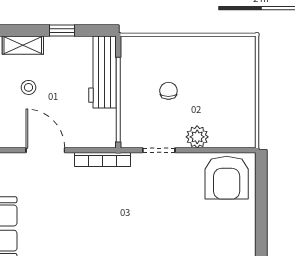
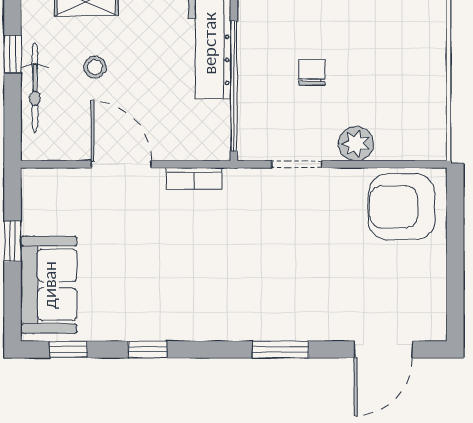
bookcase: (102, 159) -> (194, 179), width x0.64
armchair: (227, 178) -> (402, 207), turned 90

